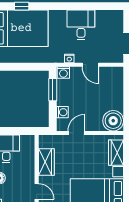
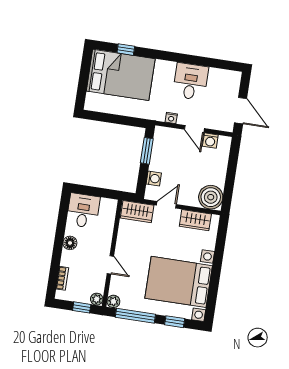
washing machine: (63, 73) -> (210, 141), moved
wardrobe: (116, 153) -> (195, 220), moved, turned -90
wardrobe: (46, 162) -> (137, 212), moved, turned 90

